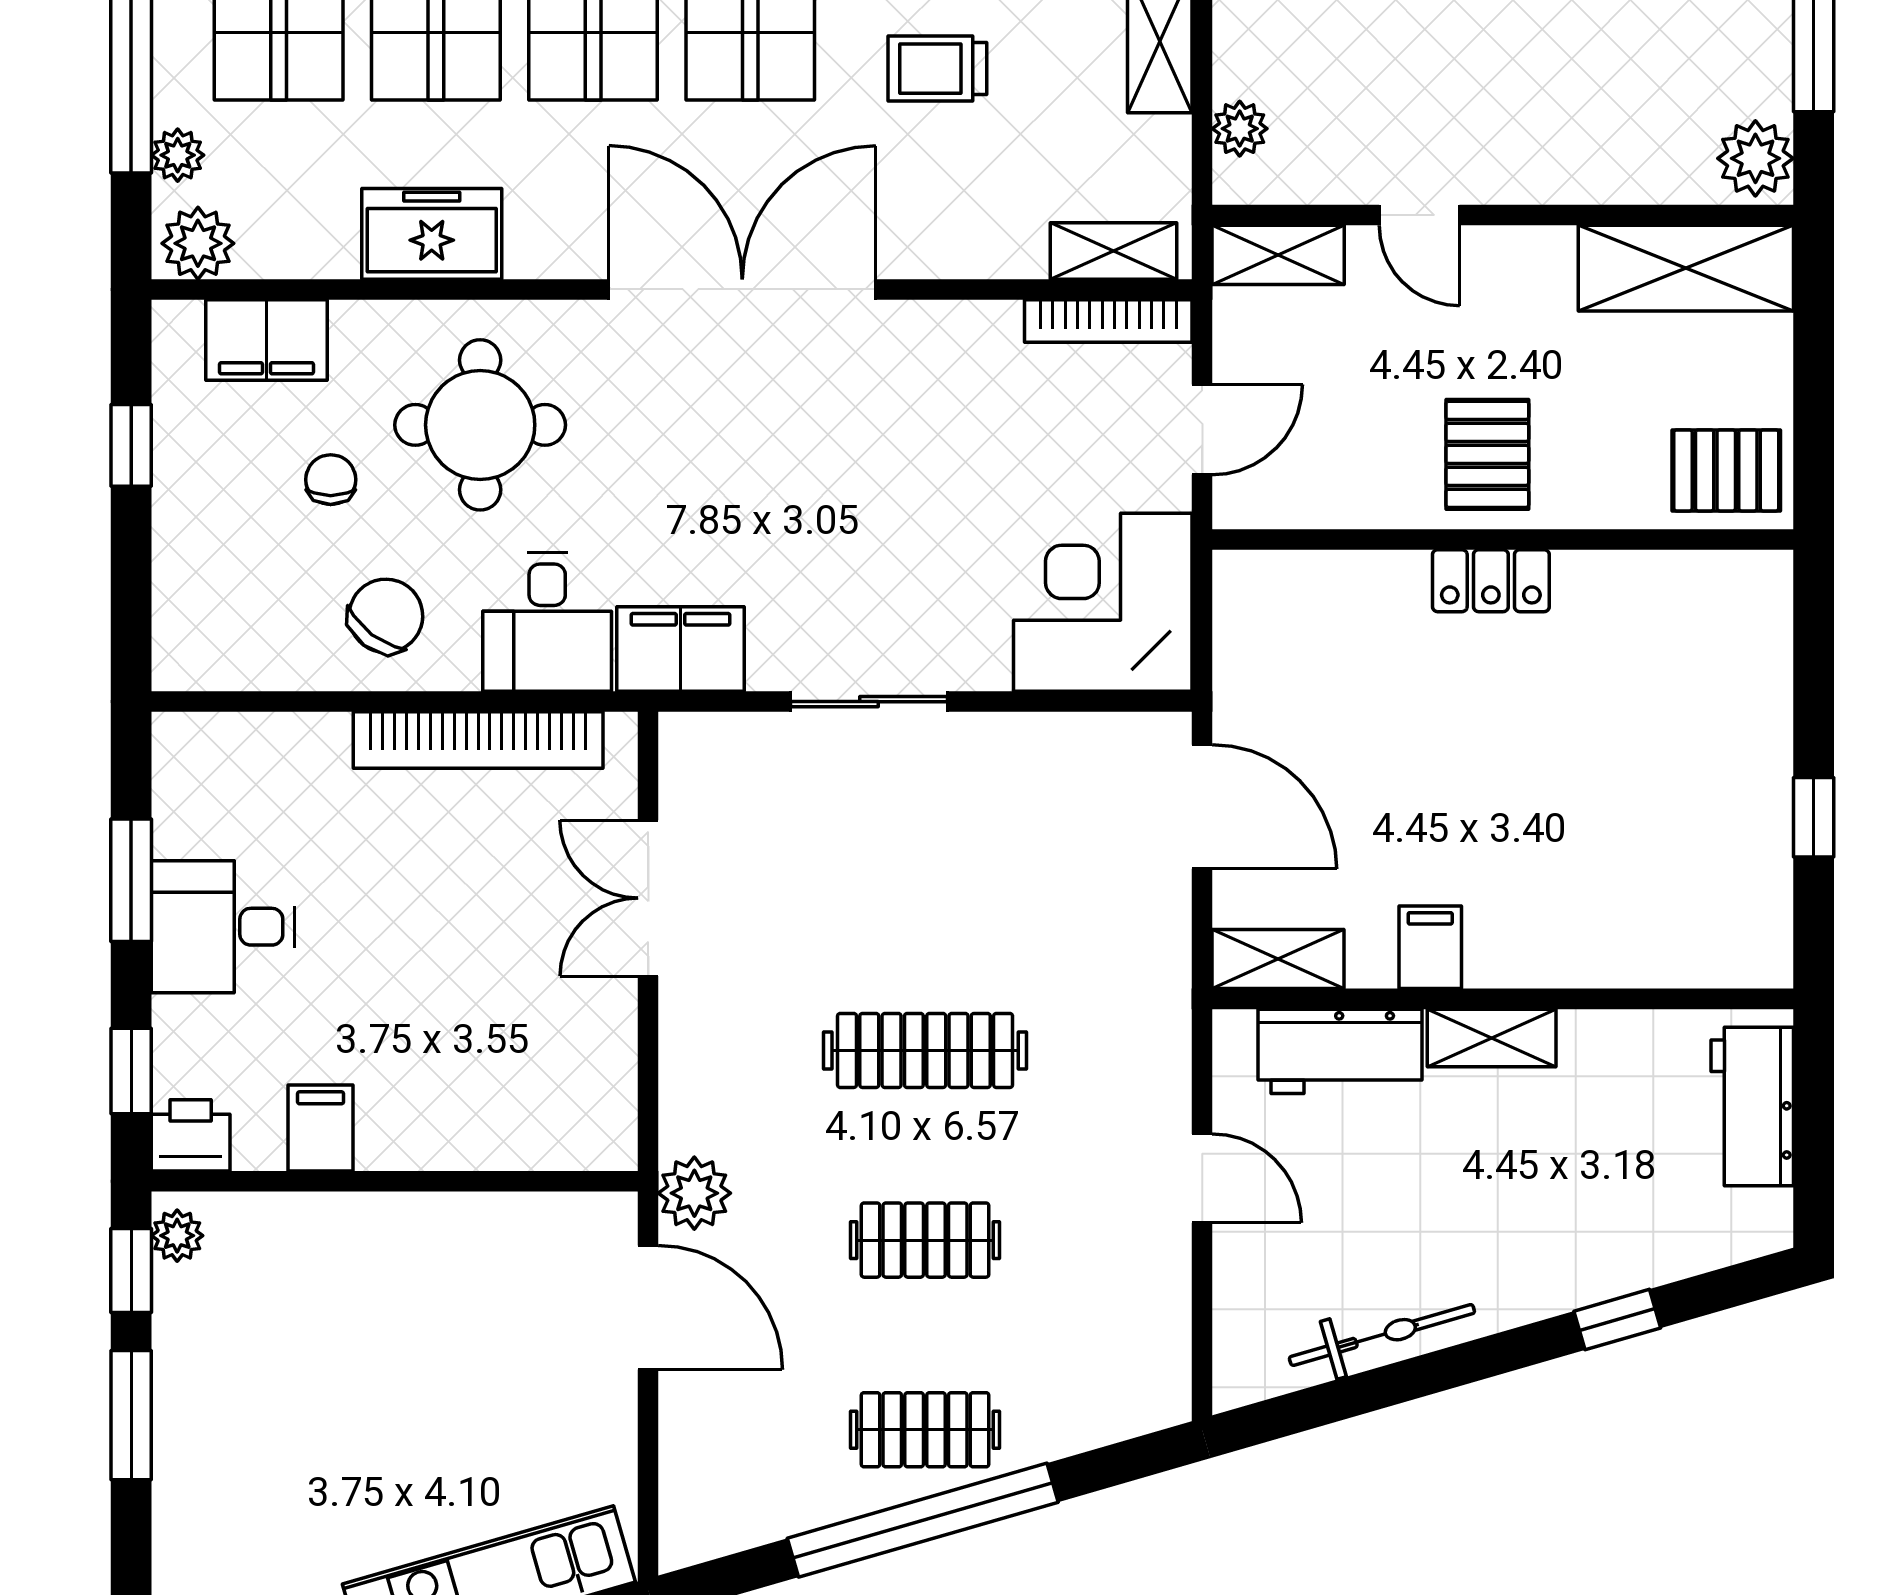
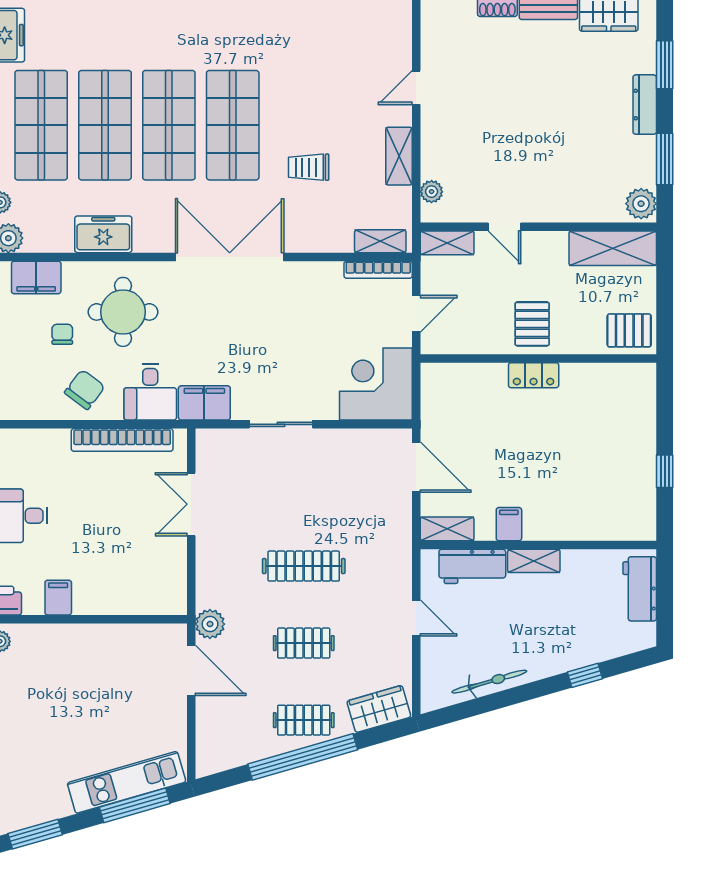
wardrobe: (1110, 1402) -> (379, 709), added

